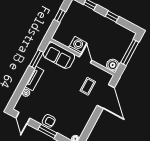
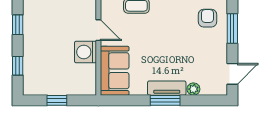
window: (36, 59) -> (165, 100), moved
door: (86, 59) -> (98, 30), swing flipped
armchair: (49, 121) -> (208, 18), moved

